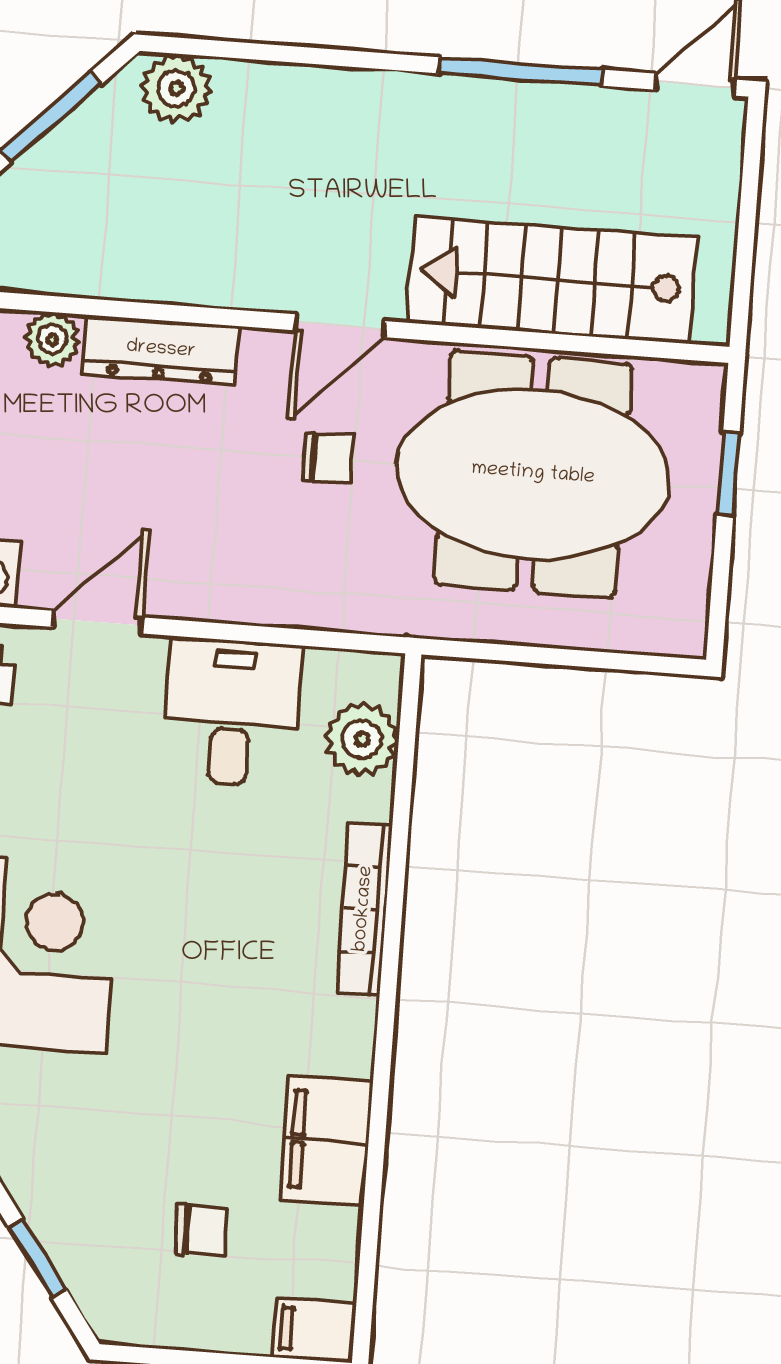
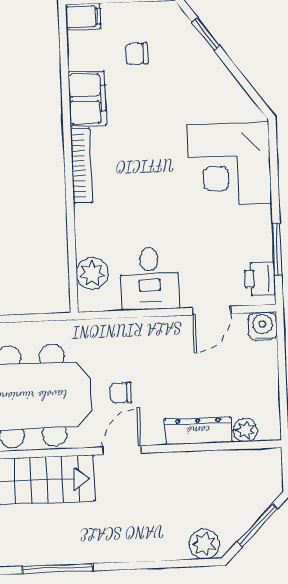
bookcase: (364, 909) -> (81, 166), moved

